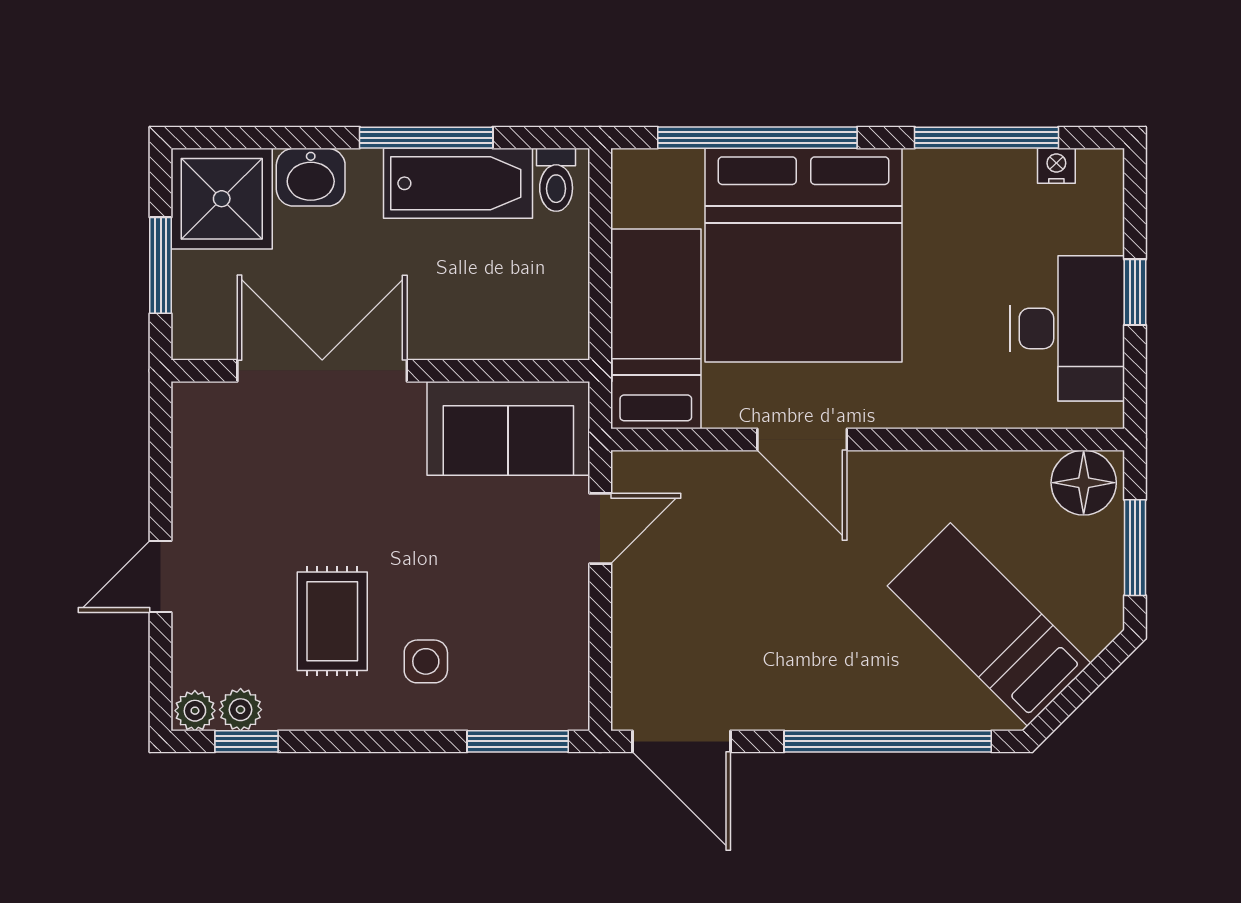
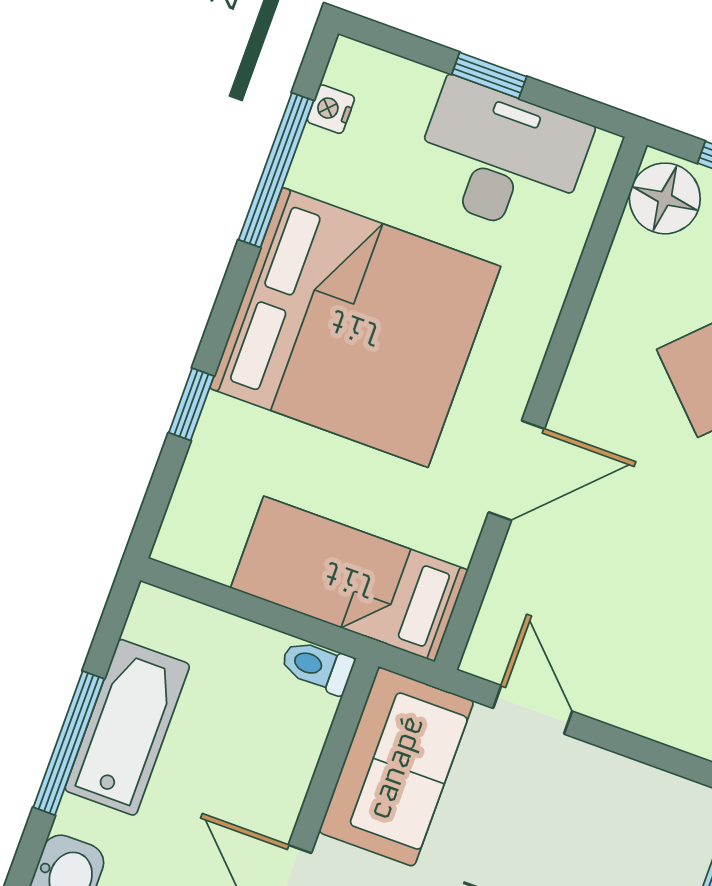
window: (757, 138) -> (191, 404), width x0.32
toilet: (556, 180) -> (317, 666), moved, turned 180
bed: (803, 255) -> (355, 327), moved

